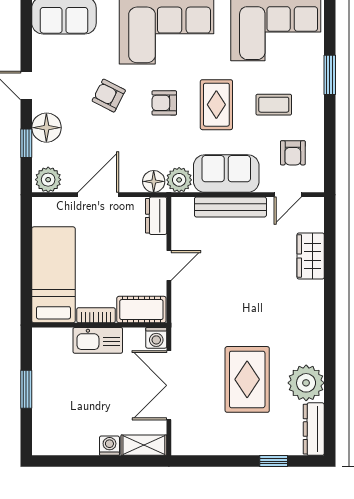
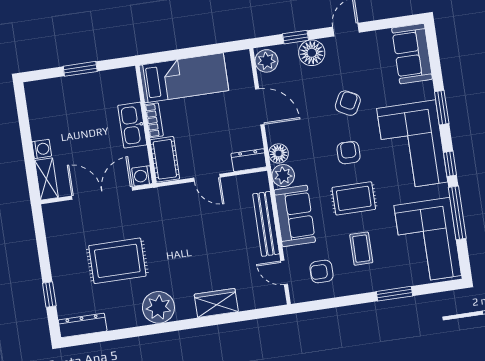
wardrobe: (311, 256) -> (216, 303), moved
plant: (306, 383) -> (158, 307), moved

